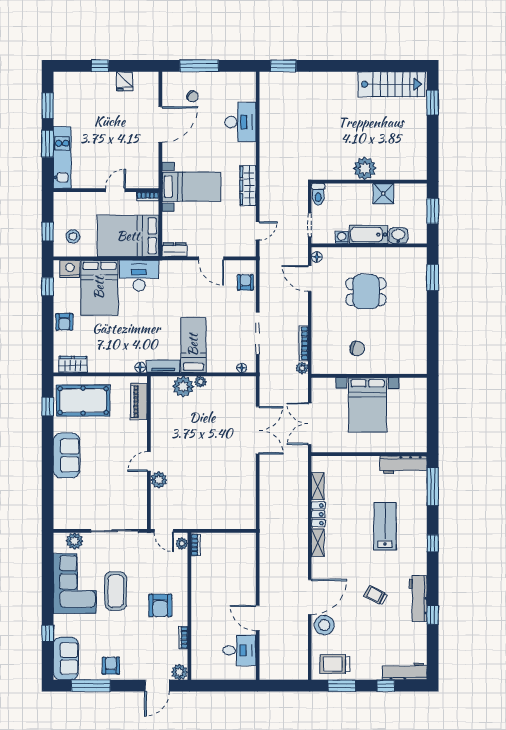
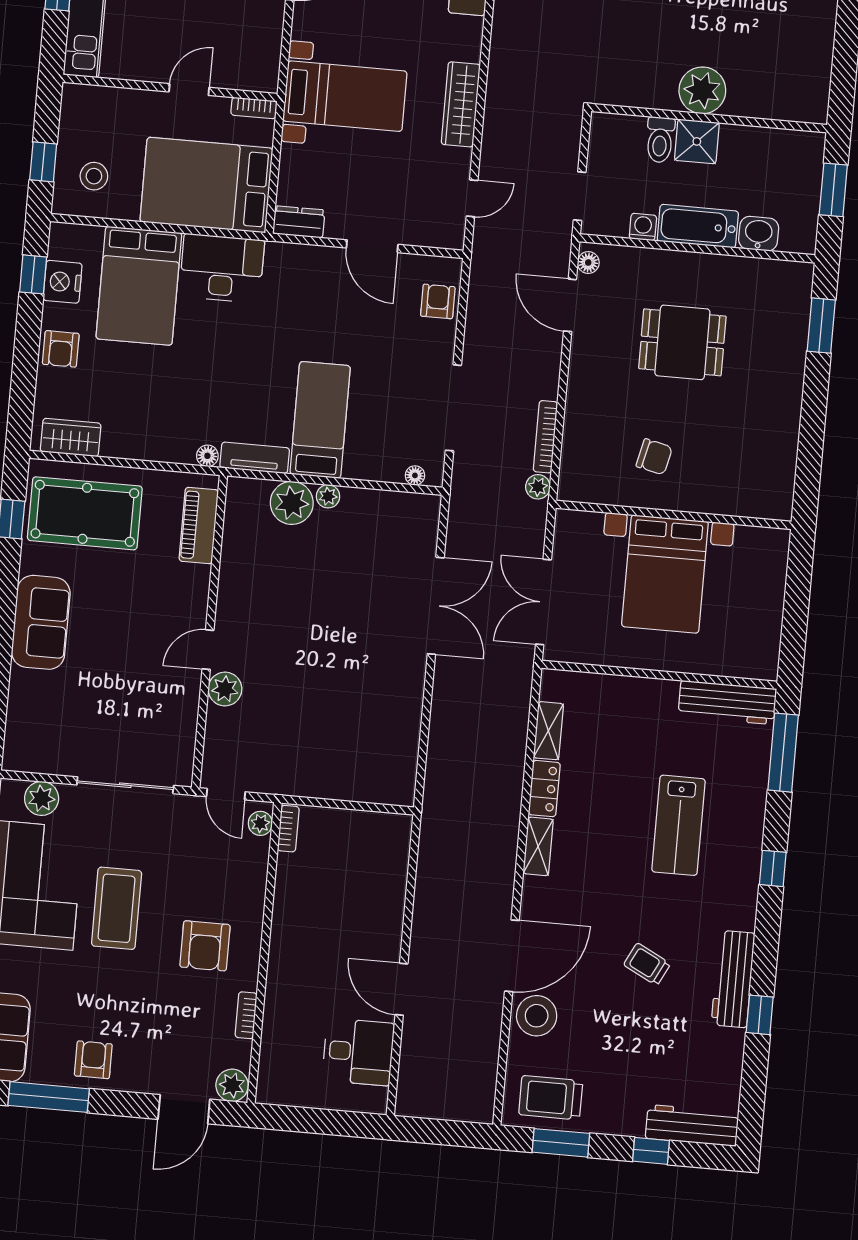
shower: (383, 193) -> (697, 141), moved
toilet: (318, 194) -> (660, 140), moved
nightstand: (70, 269) -> (63, 282), moved, turned -90
lab bench: (385, 526) -> (678, 825), turned 180

